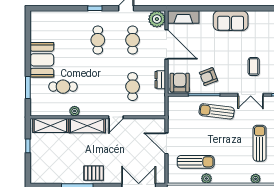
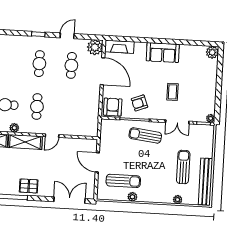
coffee table: (254, 66) -> (172, 92), moved
dresser: (160, 80) -> (95, 103), removed
cafe table: (133, 87) -> (37, 107), moved

